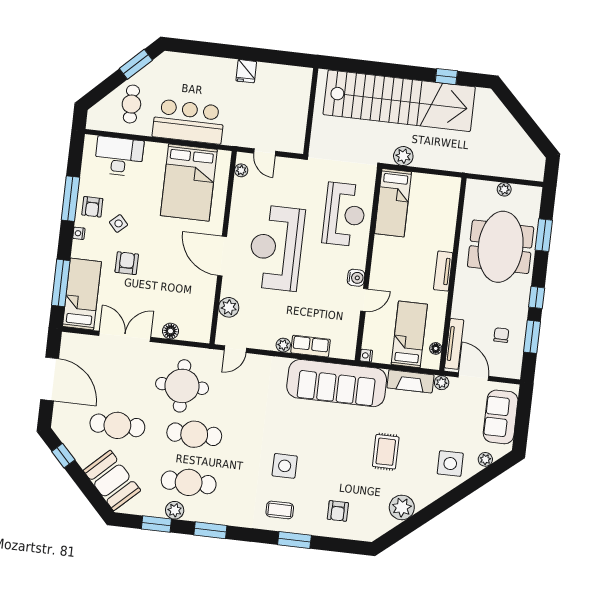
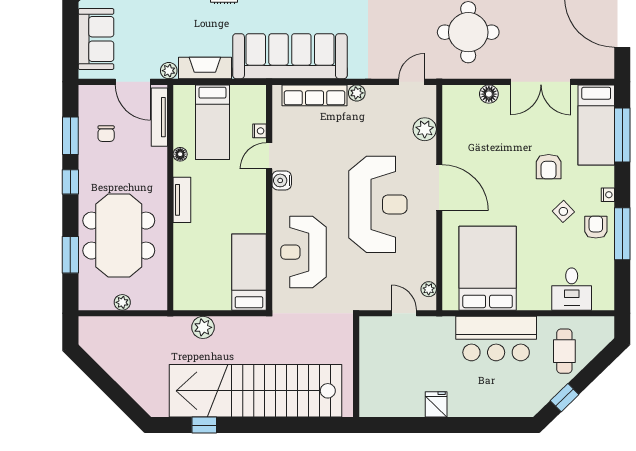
window: (136, 64) -> (565, 398), width x0.67
desk: (119, 156) -> (572, 289), width x0.73
plant: (403, 156) -> (203, 327), moved
row of seats: (311, 346) -> (315, 95), width x1.48
floor lamp: (436, 348) -> (180, 154), moved
nightstand: (366, 356) -> (259, 131), moved

